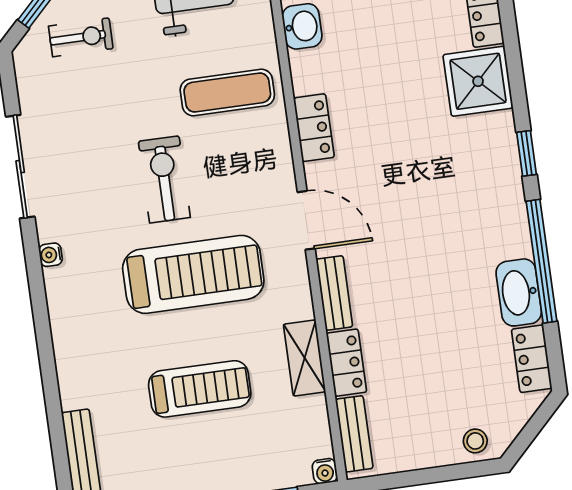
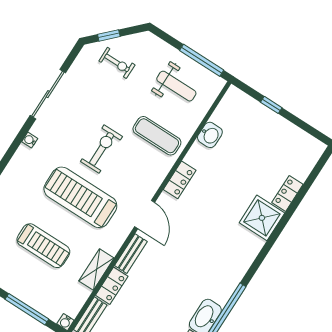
window: (527, 153) -> (257, 264), removed
treadmill: (193, 274) -> (80, 197), turned 180

